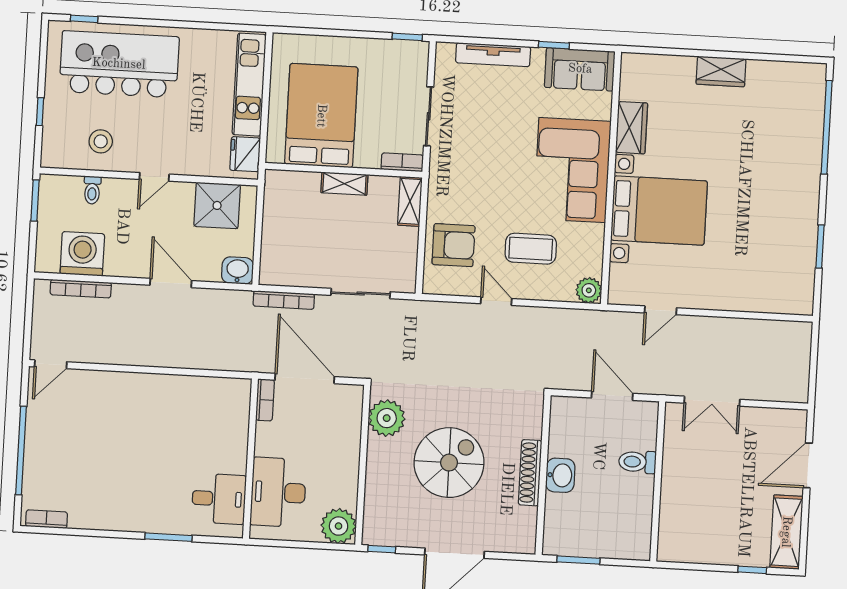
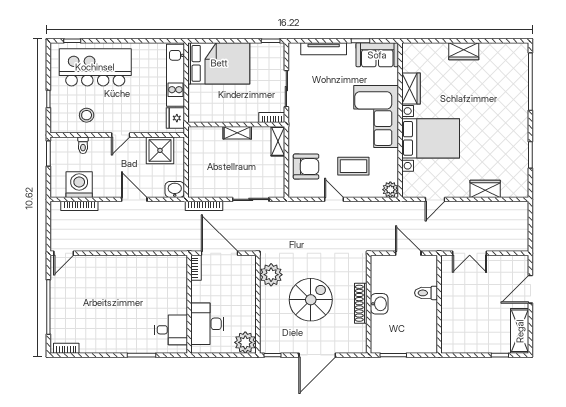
bed: (321, 116) -> (219, 63), moved, turned 90
wardrobe: (743, 298) -> (485, 189), added

